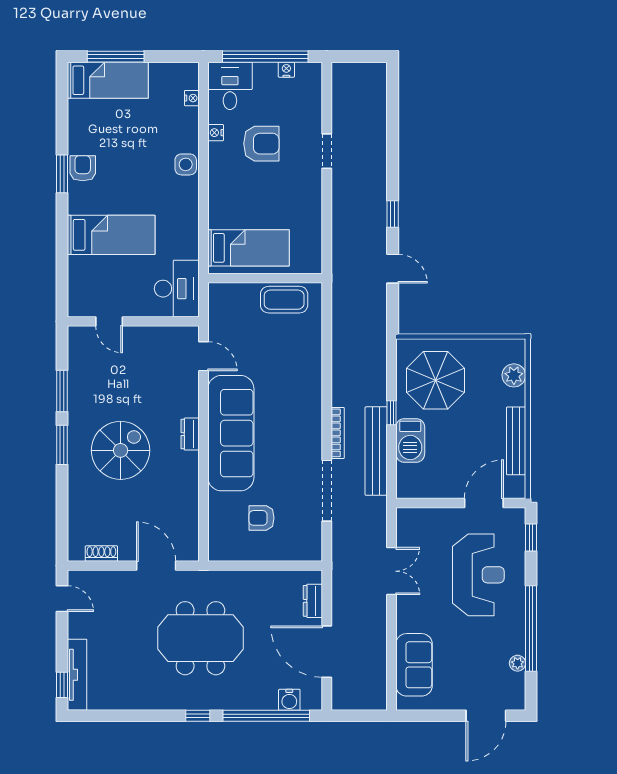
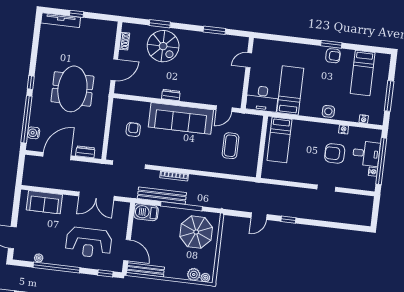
window: (116, 57) -> (389, 96), moved
bed: (108, 80) -> (363, 73), moved
desk: (230, 86) -> (366, 153), moved
armchair: (261, 144) -> (335, 153), turned 90
bed: (111, 235) -> (290, 90), moved, turned 180
coffee table: (284, 300) -> (231, 146), moved
plant: (517, 354) -> (205, 278), added
window: (392, 413) -> (181, 206), width x3.17
dresser: (190, 434) -> (171, 95), moved
barbecue: (410, 440) -> (146, 212), moved
bench: (516, 441) -> (146, 270), moved
window: (62, 445) -> (160, 24), moved
spiral stairs: (121, 450) -> (163, 46), moved
doorway: (327, 491) -> (129, 165), moved
double door: (392, 571) -> (96, 196), width x1.37
door: (62, 599) -> (103, 17), removed
window: (62, 685) -> (77, 14), moved

